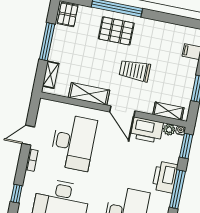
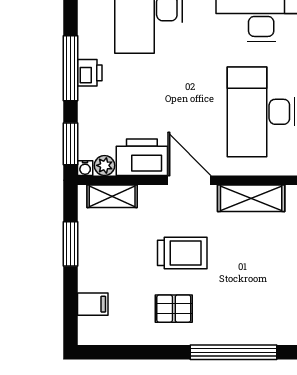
pallet: (116, 31) -> (174, 309), moved, width x0.67, depth x0.71
printer: (165, 177) -> (90, 73), width x0.53, depth x0.68

